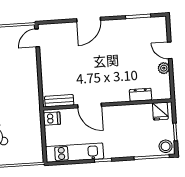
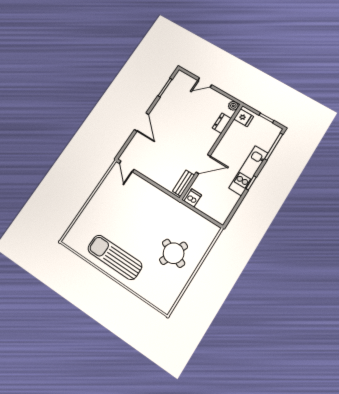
plant: (164, 68) -> (233, 106), moved
stool: (166, 146) -> (272, 131), removed
kitchen unit: (75, 153) -> (249, 170), moved

